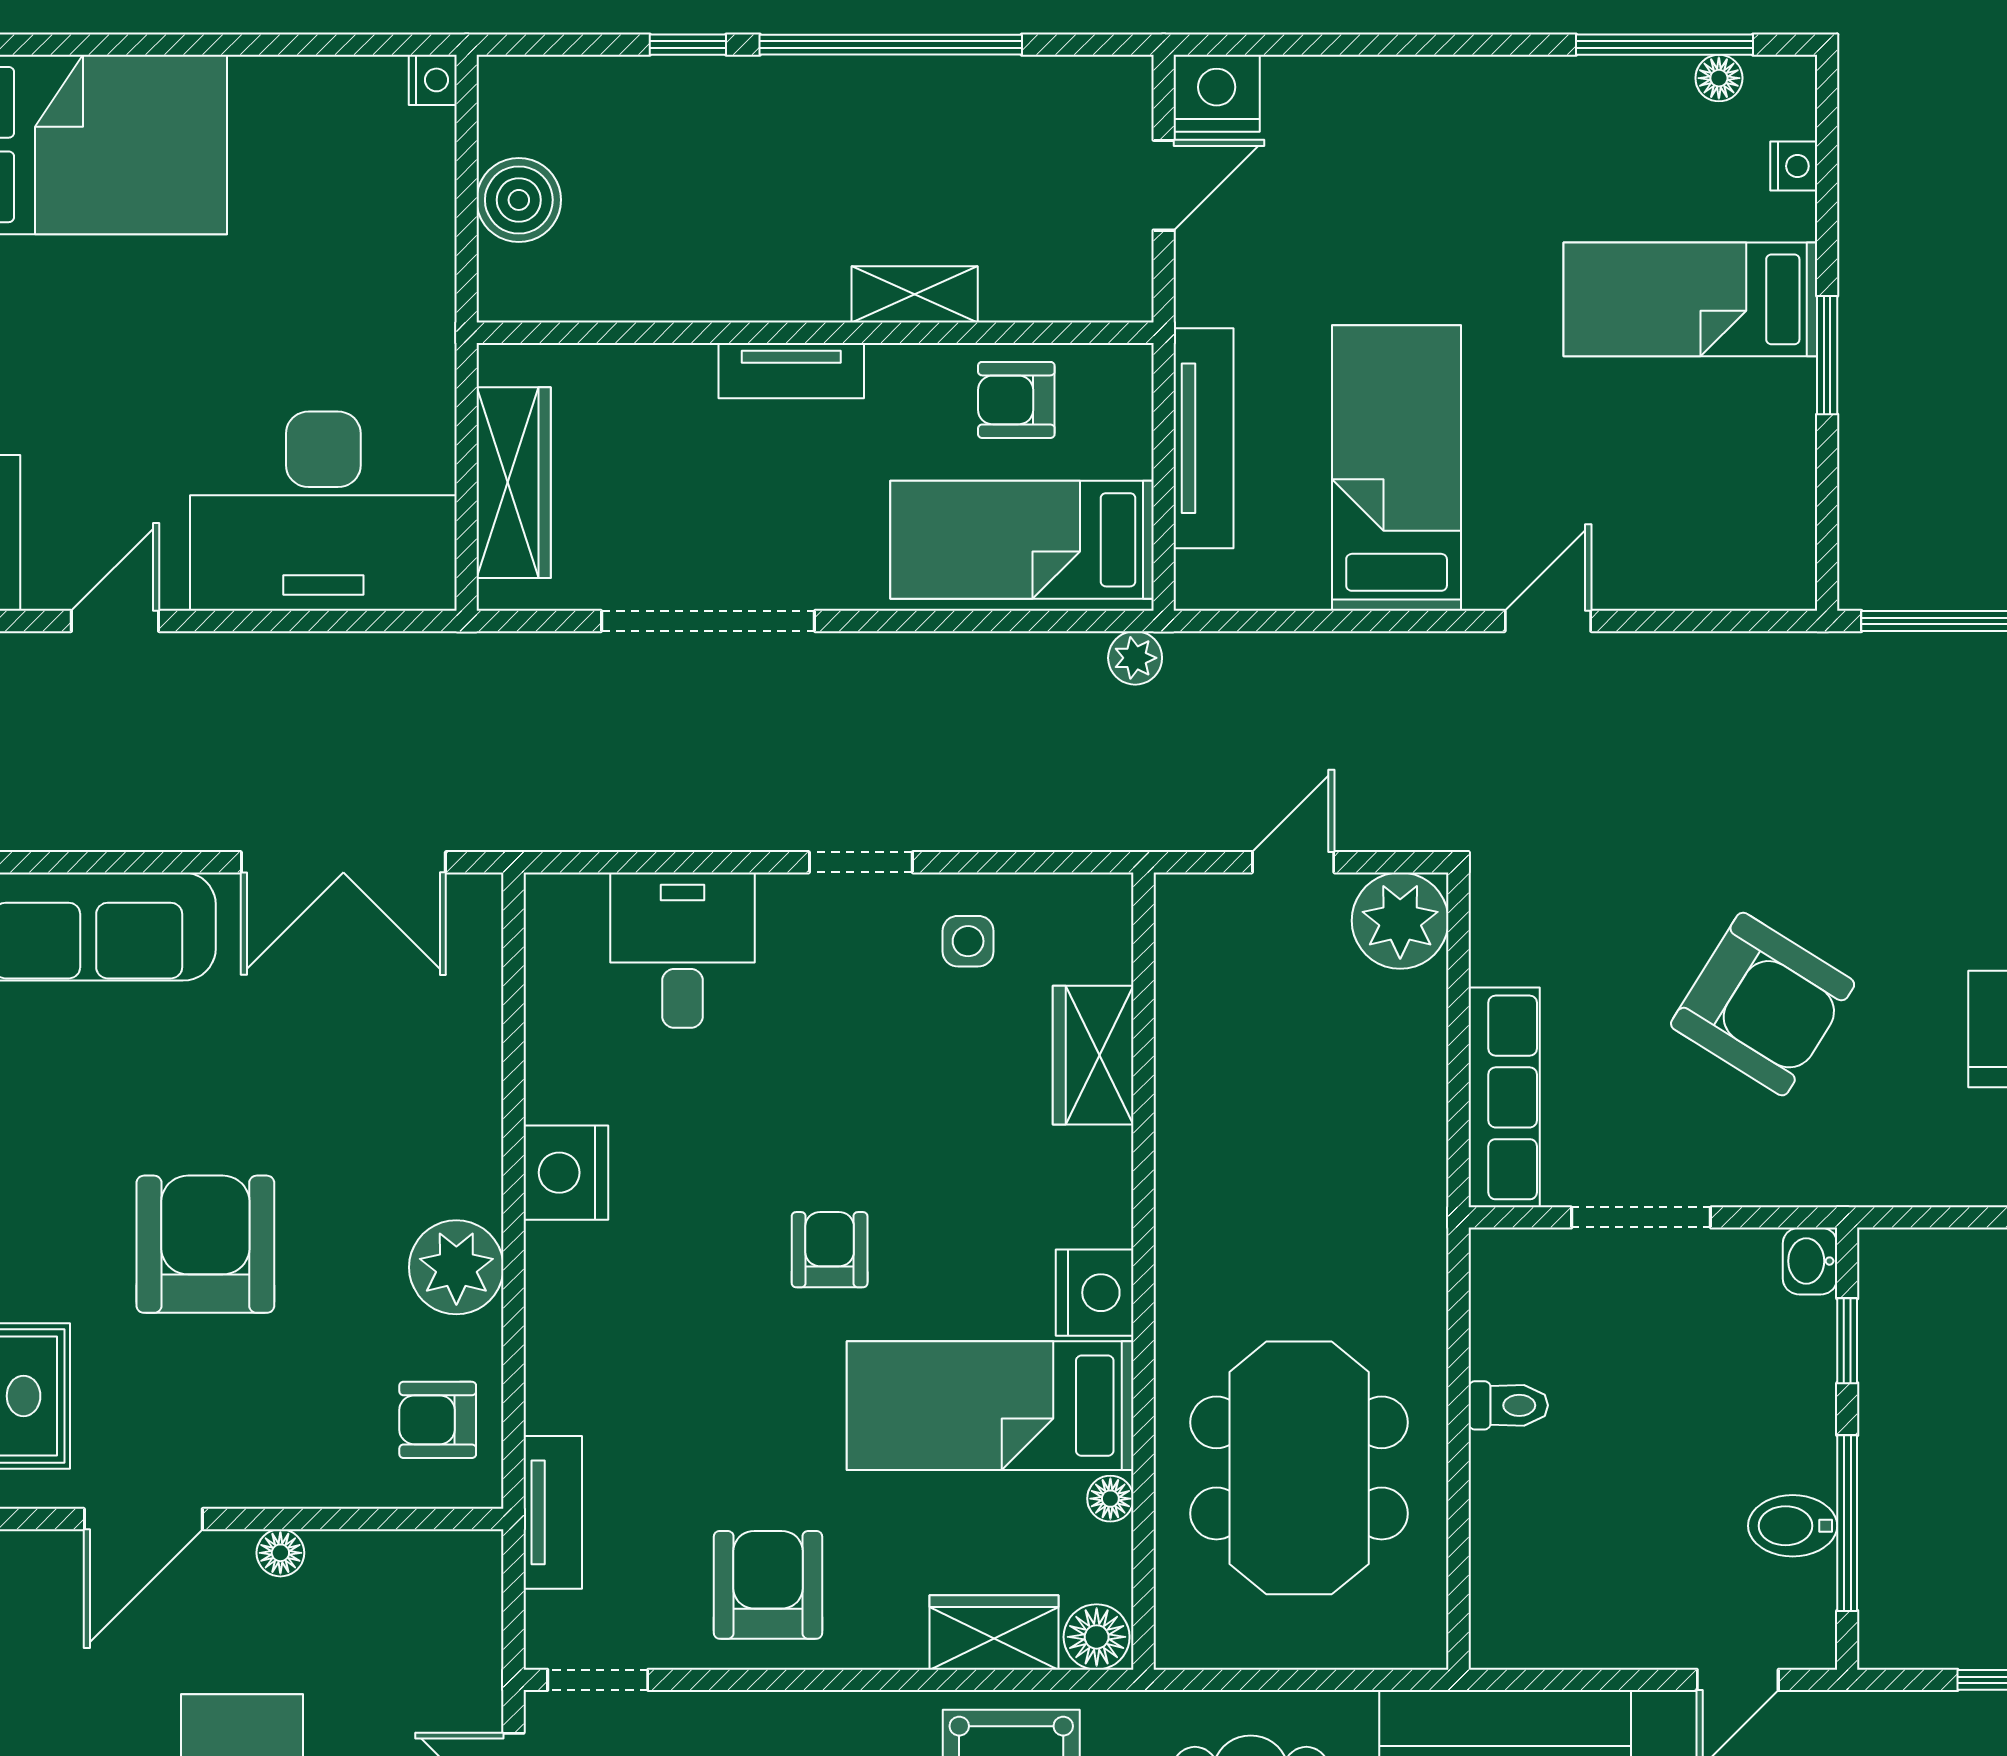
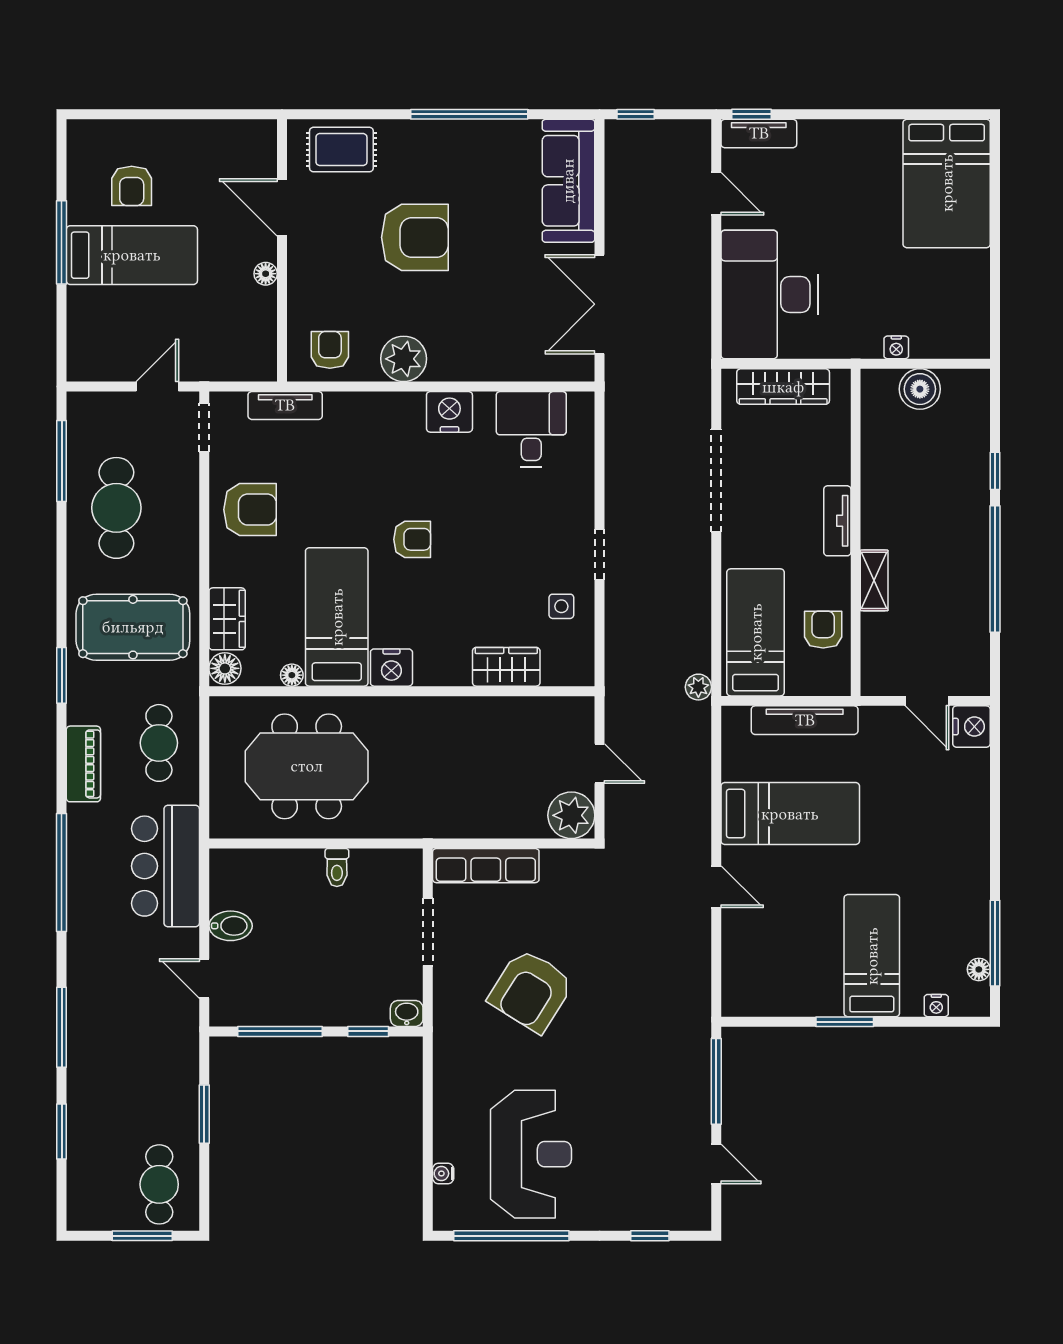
nightstand: (433, 80) -> (896, 347), moved
desk: (683, 950) -> (531, 429), moved, turned -90
bidet: (1793, 1526) -> (231, 926), moved, turned 90

